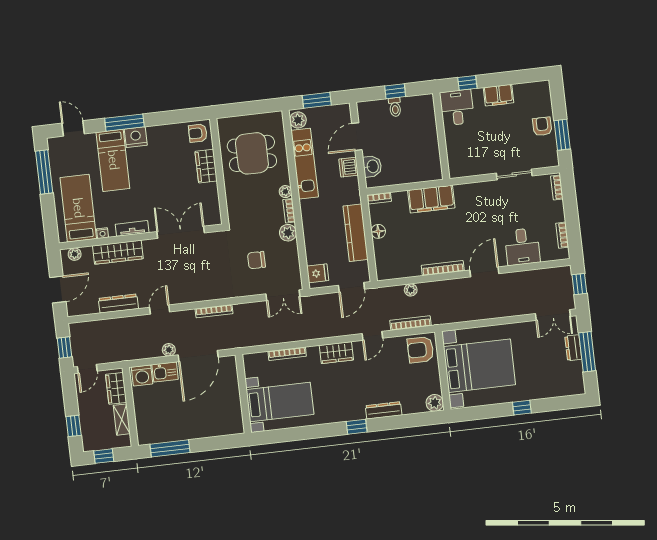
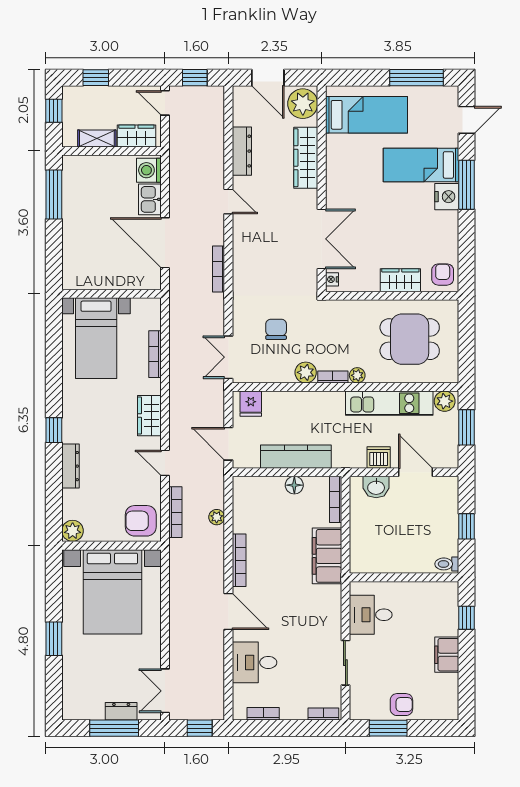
toilet: (395, 107) -> (447, 564), moved
desk: (457, 107) -> (371, 615), moved, turned 180
dining table: (252, 153) -> (410, 339), turned 90
bookcase: (379, 198) -> (336, 499), width x1.56
tv unit: (132, 228) -> (333, 179), removed
nightstand: (102, 233) -> (332, 279), moved
plant: (75, 254) -> (303, 104), width x1.88, depth x1.88
plant: (169, 350) -> (177, 207), removed
armchair: (421, 350) -> (141, 521), turned -90
window: (522, 408) -> (54, 639), width x1.50

